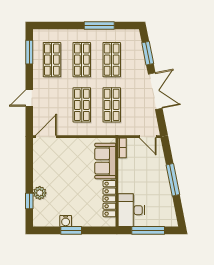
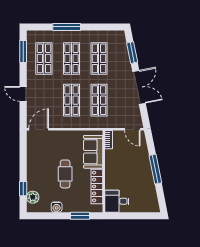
window: (99, 25) -> (67, 27), moved
door: (29, 98) -> (23, 94), hinge flipped
cafe table: (75, 185) -> (65, 174), added
plant: (40, 193) -> (33, 197), moved
desk: (131, 210) -> (117, 201), width x0.73
window: (71, 230) -> (80, 216), moved
window: (148, 230) -> (133, 216), removed

